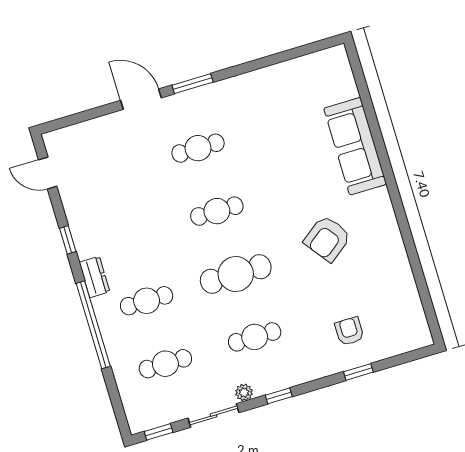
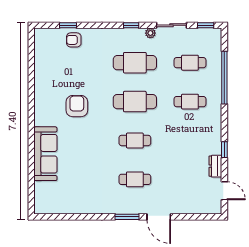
armchair: (327, 239) -> (77, 106), turned -53
dresser: (95, 277) -> (215, 166), moved
window: (93, 325) -> (224, 78), moved
armchair: (349, 331) -> (74, 40), moved, turned 90
cafe table: (255, 337) -> (135, 63), width x1.37, depth x1.35
window: (358, 372) -> (68, 25), moved

